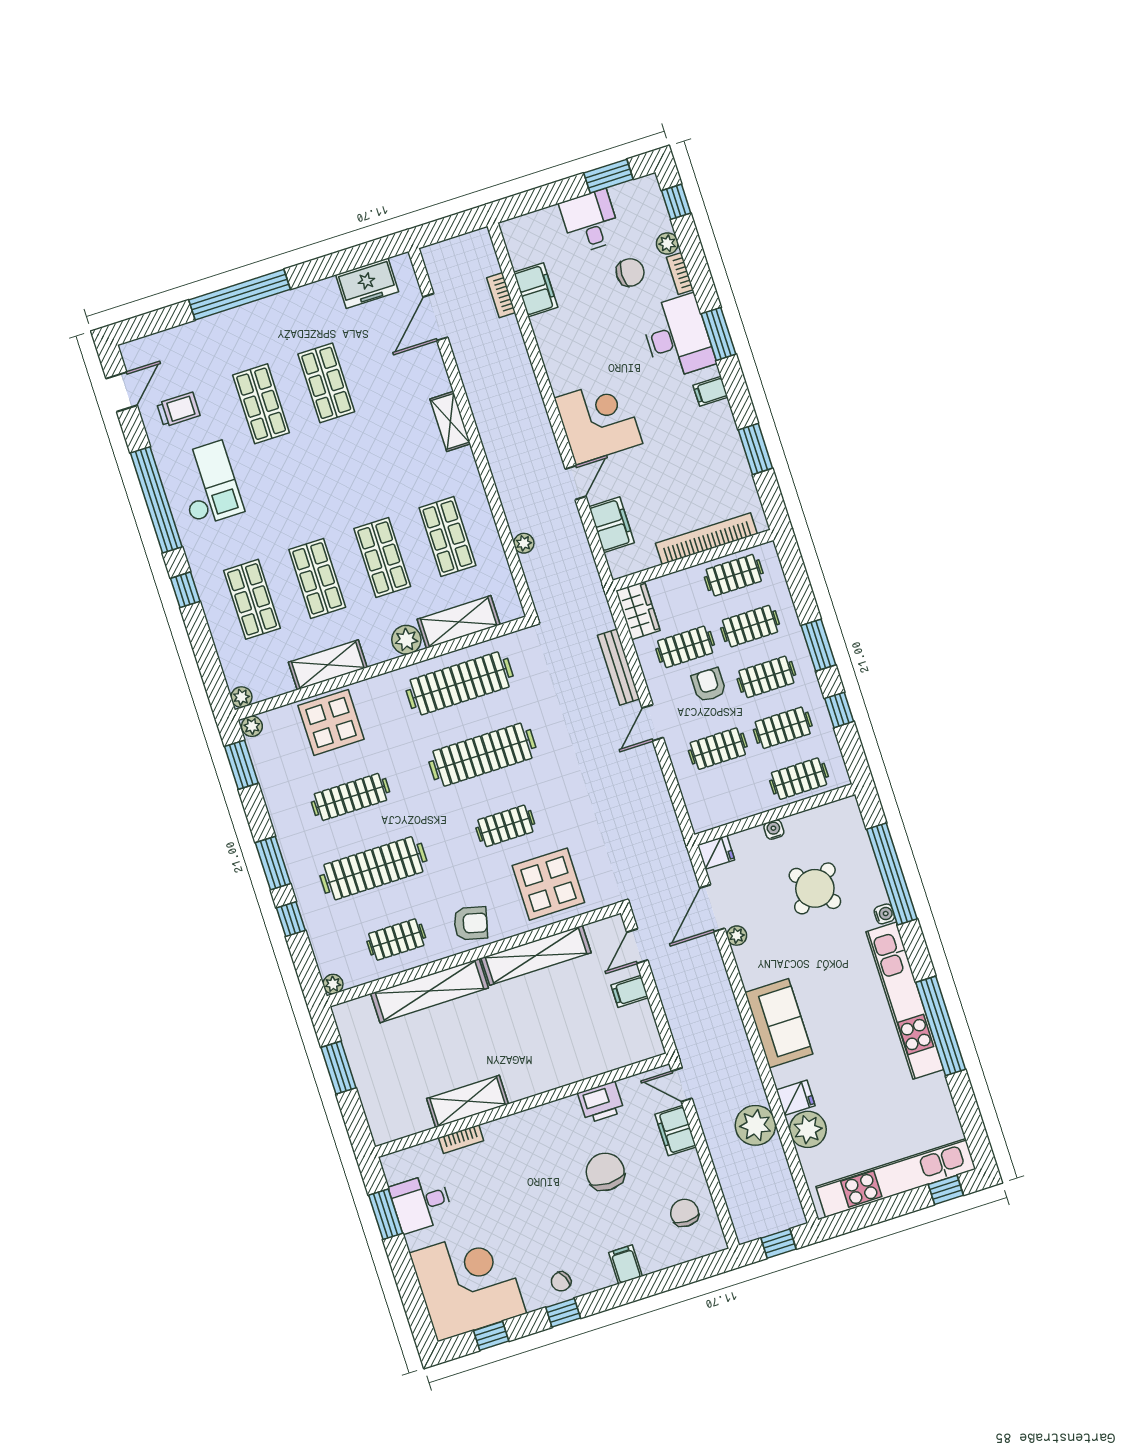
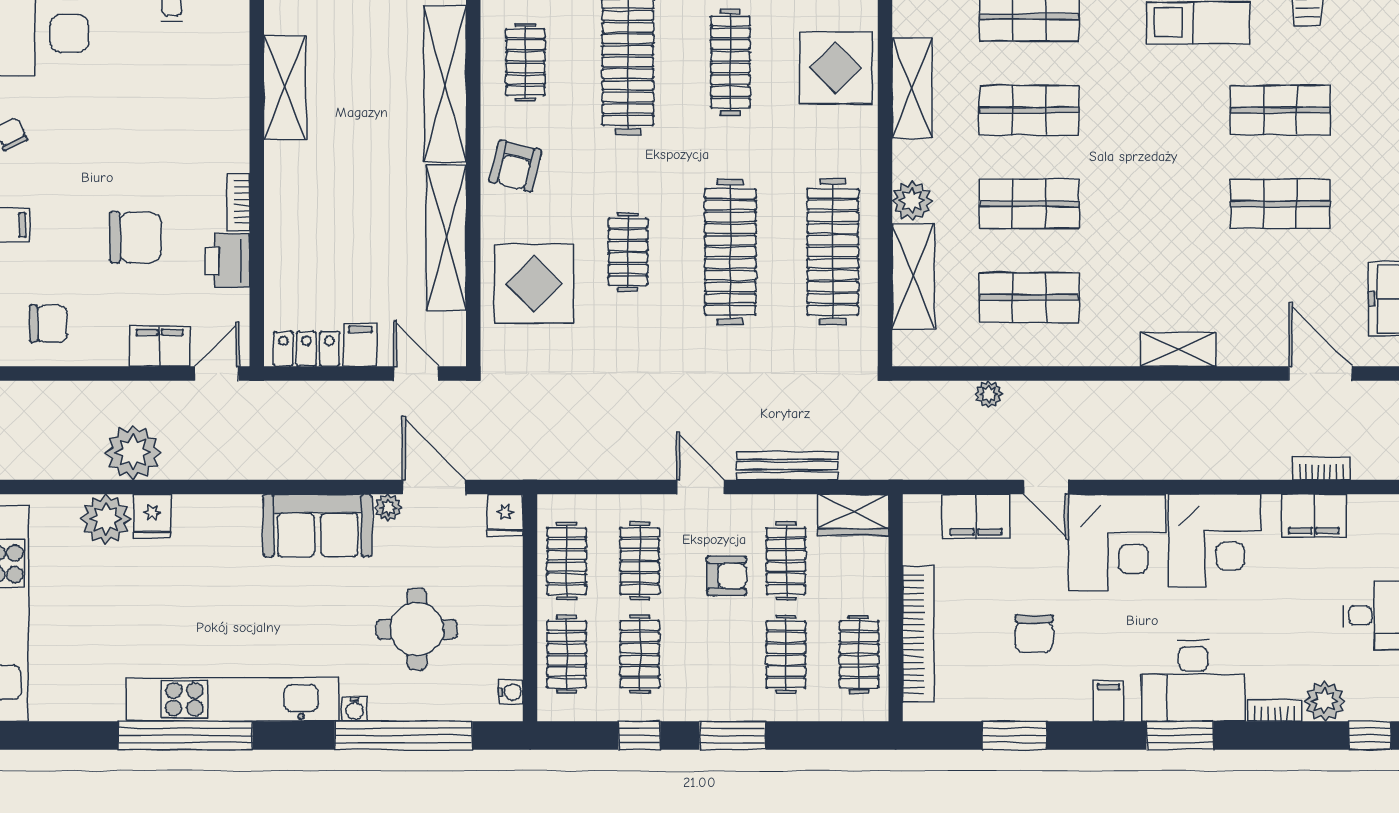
plant: (667, 243) -> (1325, 701), width x1.38, depth x1.38
chair: (630, 272) -> (1034, 634), moved
corner desk: (575, 353) -> (1214, 540), added
clothes rail: (766, 677) -> (567, 561), moved
water cooler: (774, 830) -> (511, 692), moved
round table: (815, 888) -> (417, 629), turned 37
sofa: (779, 1023) -> (318, 526), moved
locker: (645, 1028) -> (306, 349), added
bookcase: (461, 1139) -> (238, 202), moved

